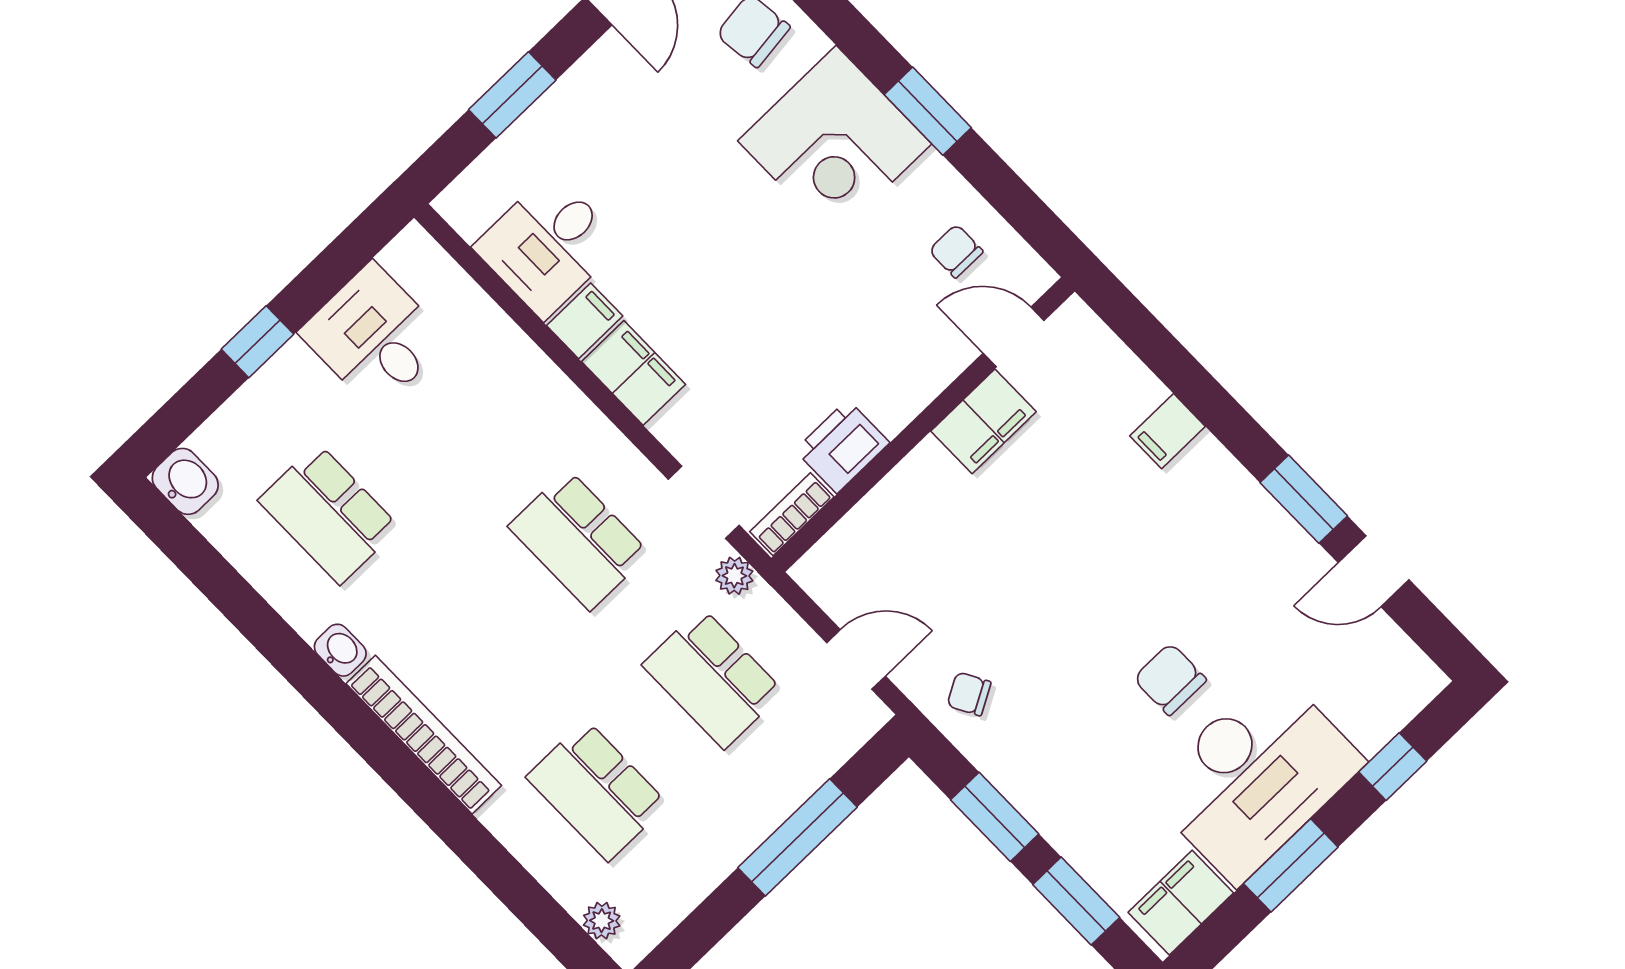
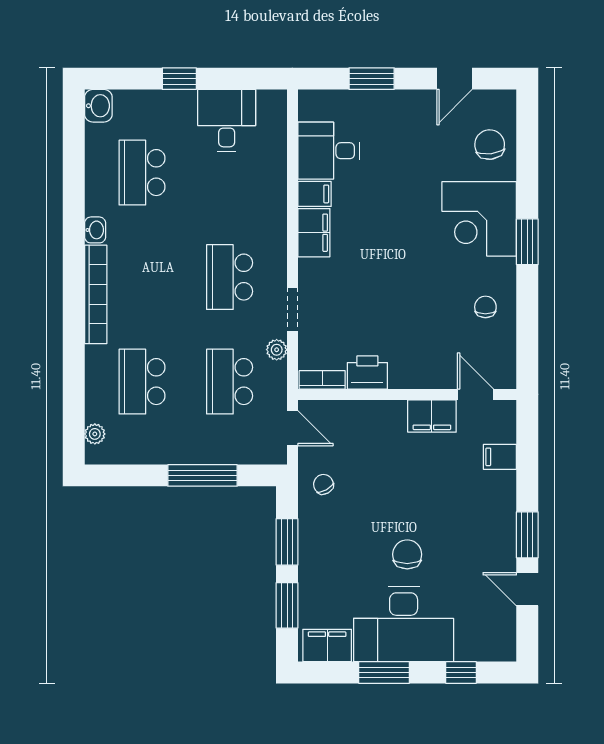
door: (1014, 337) -> (475, 394), moved
filing cabinet: (983, 421) -> (432, 416), moved
wall: (923, 425) -> (407, 394), moved
printer: (842, 446) -> (367, 372), moved
bookcase: (792, 514) -> (322, 380), moved

